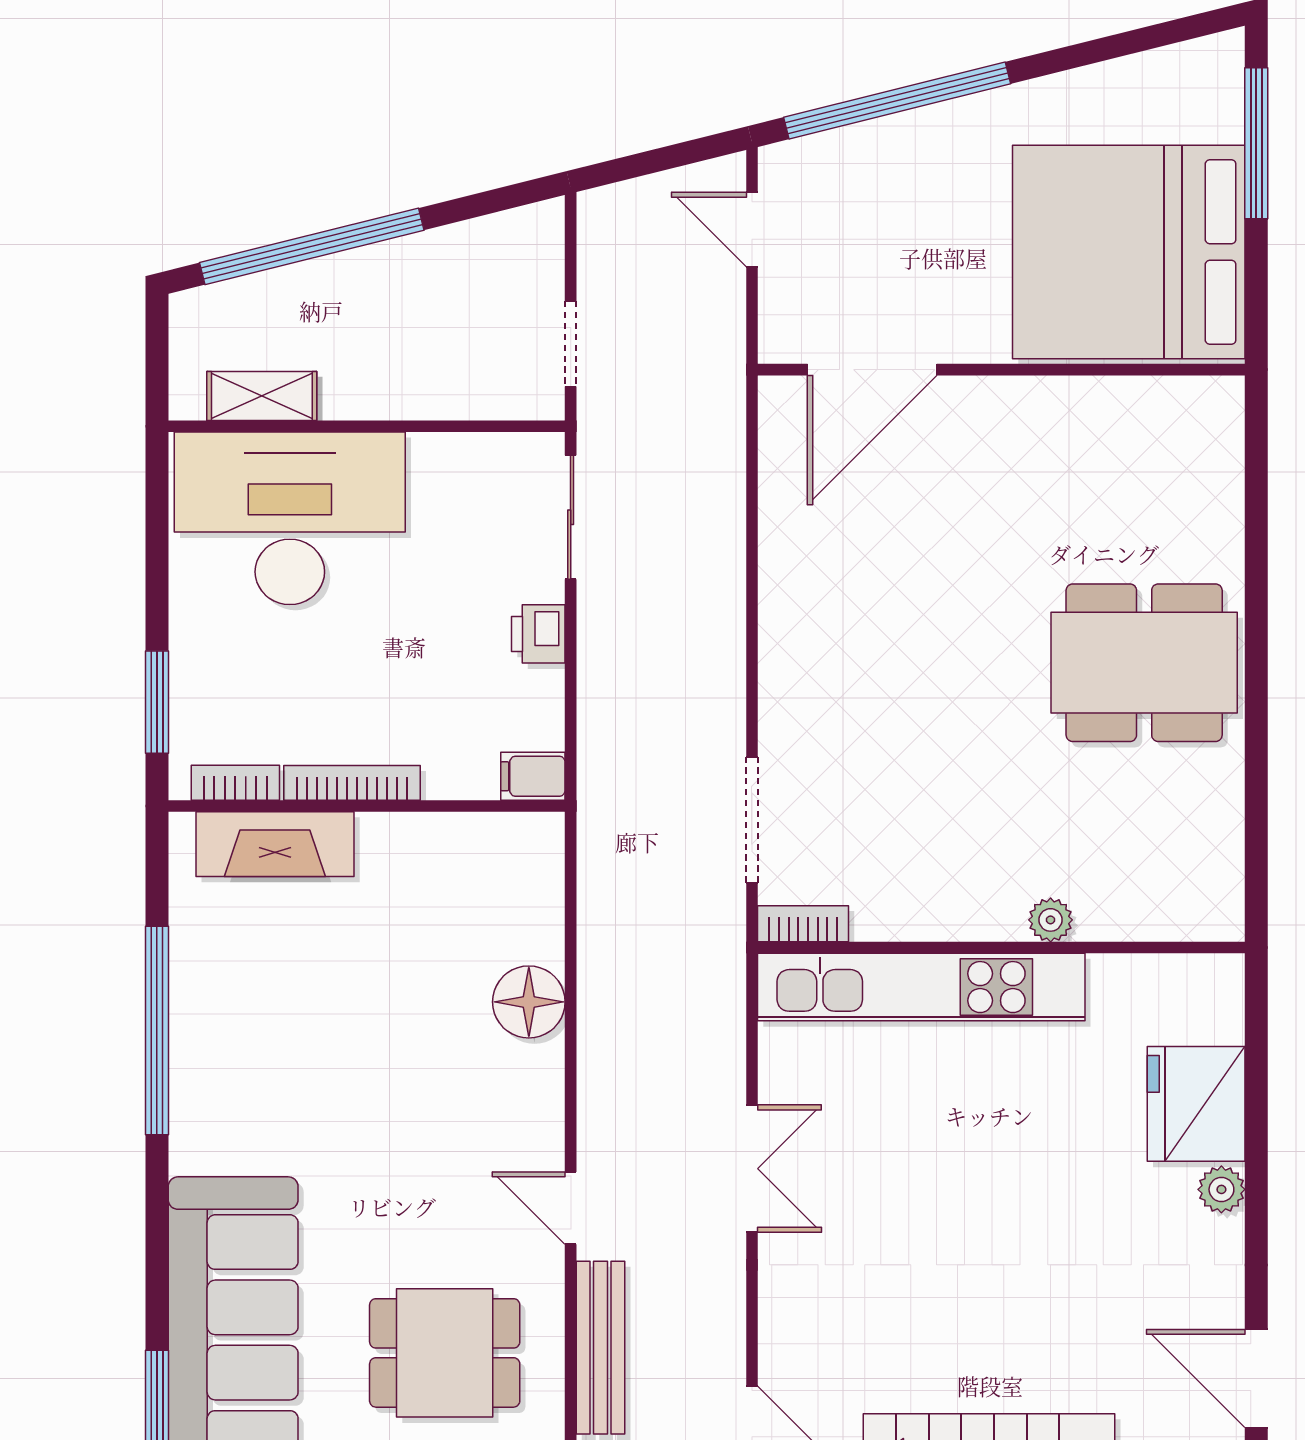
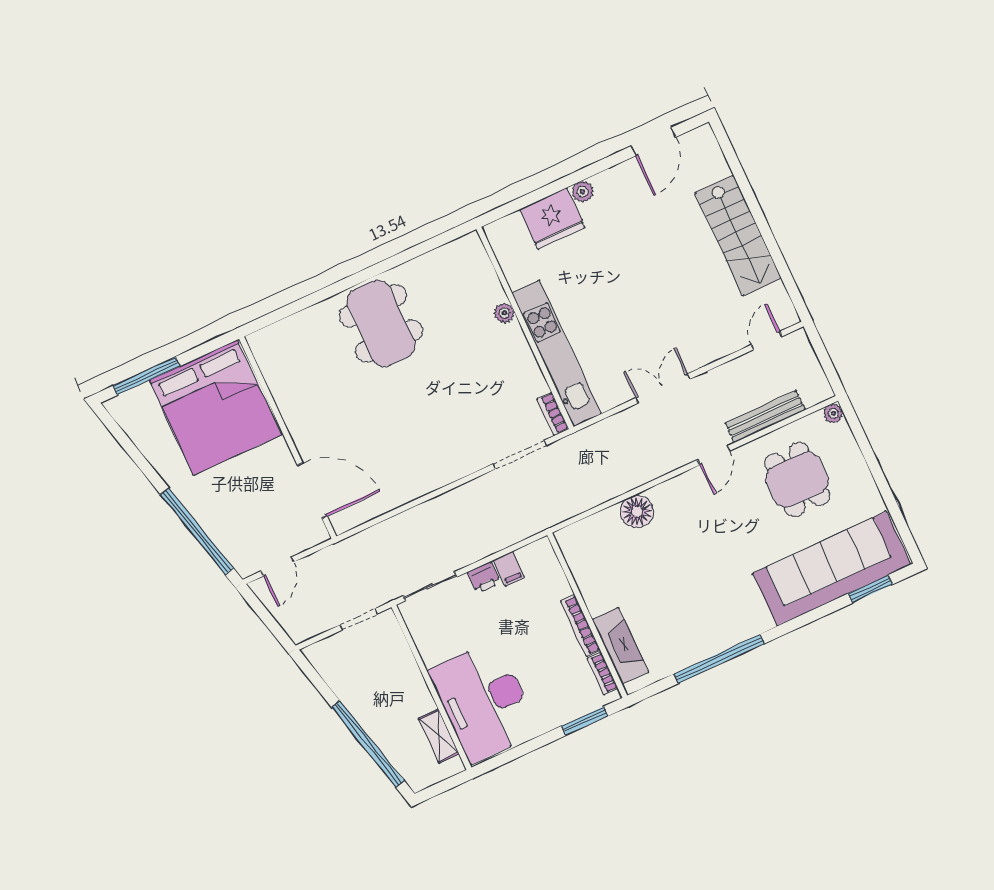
filing cabinet: (533, 776) -> (509, 569), moved

